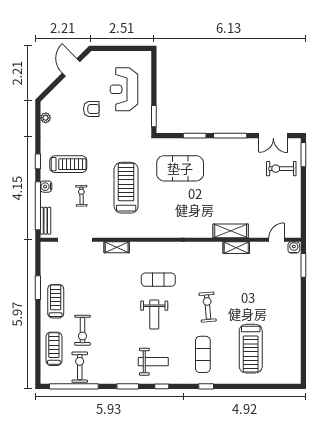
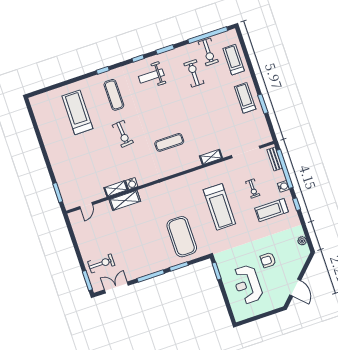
reception desk: (124, 89) -> (247, 284), turned 180
exercise mat: (180, 168) -> (182, 237), turned 90
water cooler: (294, 247) -> (132, 183), moved
treadmill: (56, 301) -> (245, 98), turned 180
weight bench: (154, 314) -> (163, 114), removed
exercise bike: (82, 330) -> (194, 73), moved
treadmill: (54, 349) -> (234, 60), turned 180

